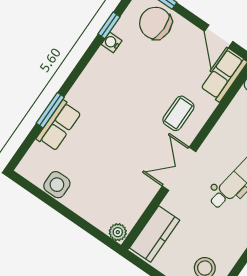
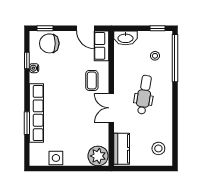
row of seats: (59, 126) -> (36, 113), width x2.02
plant: (118, 232) -> (98, 156), width x1.87, depth x1.87

